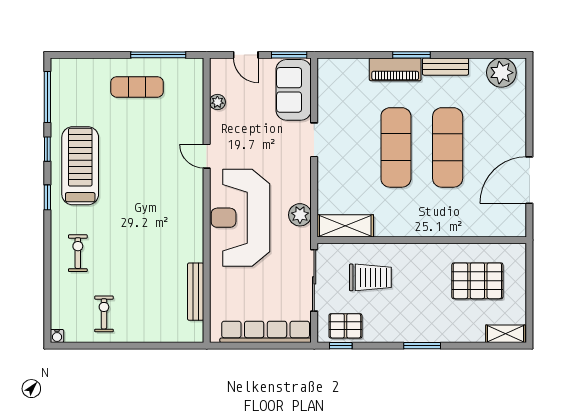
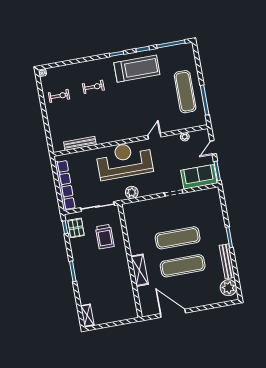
bench: (445, 67) -> (227, 261), width x1.36
piano: (395, 69) -> (220, 230), removed
exercise mat: (137, 87) -> (185, 92), width x1.36, depth x1.45
shelving: (345, 226) -> (140, 270), moved
exercise bike: (78, 253) -> (93, 87), moved
pallet: (477, 281) -> (113, 295), removed

